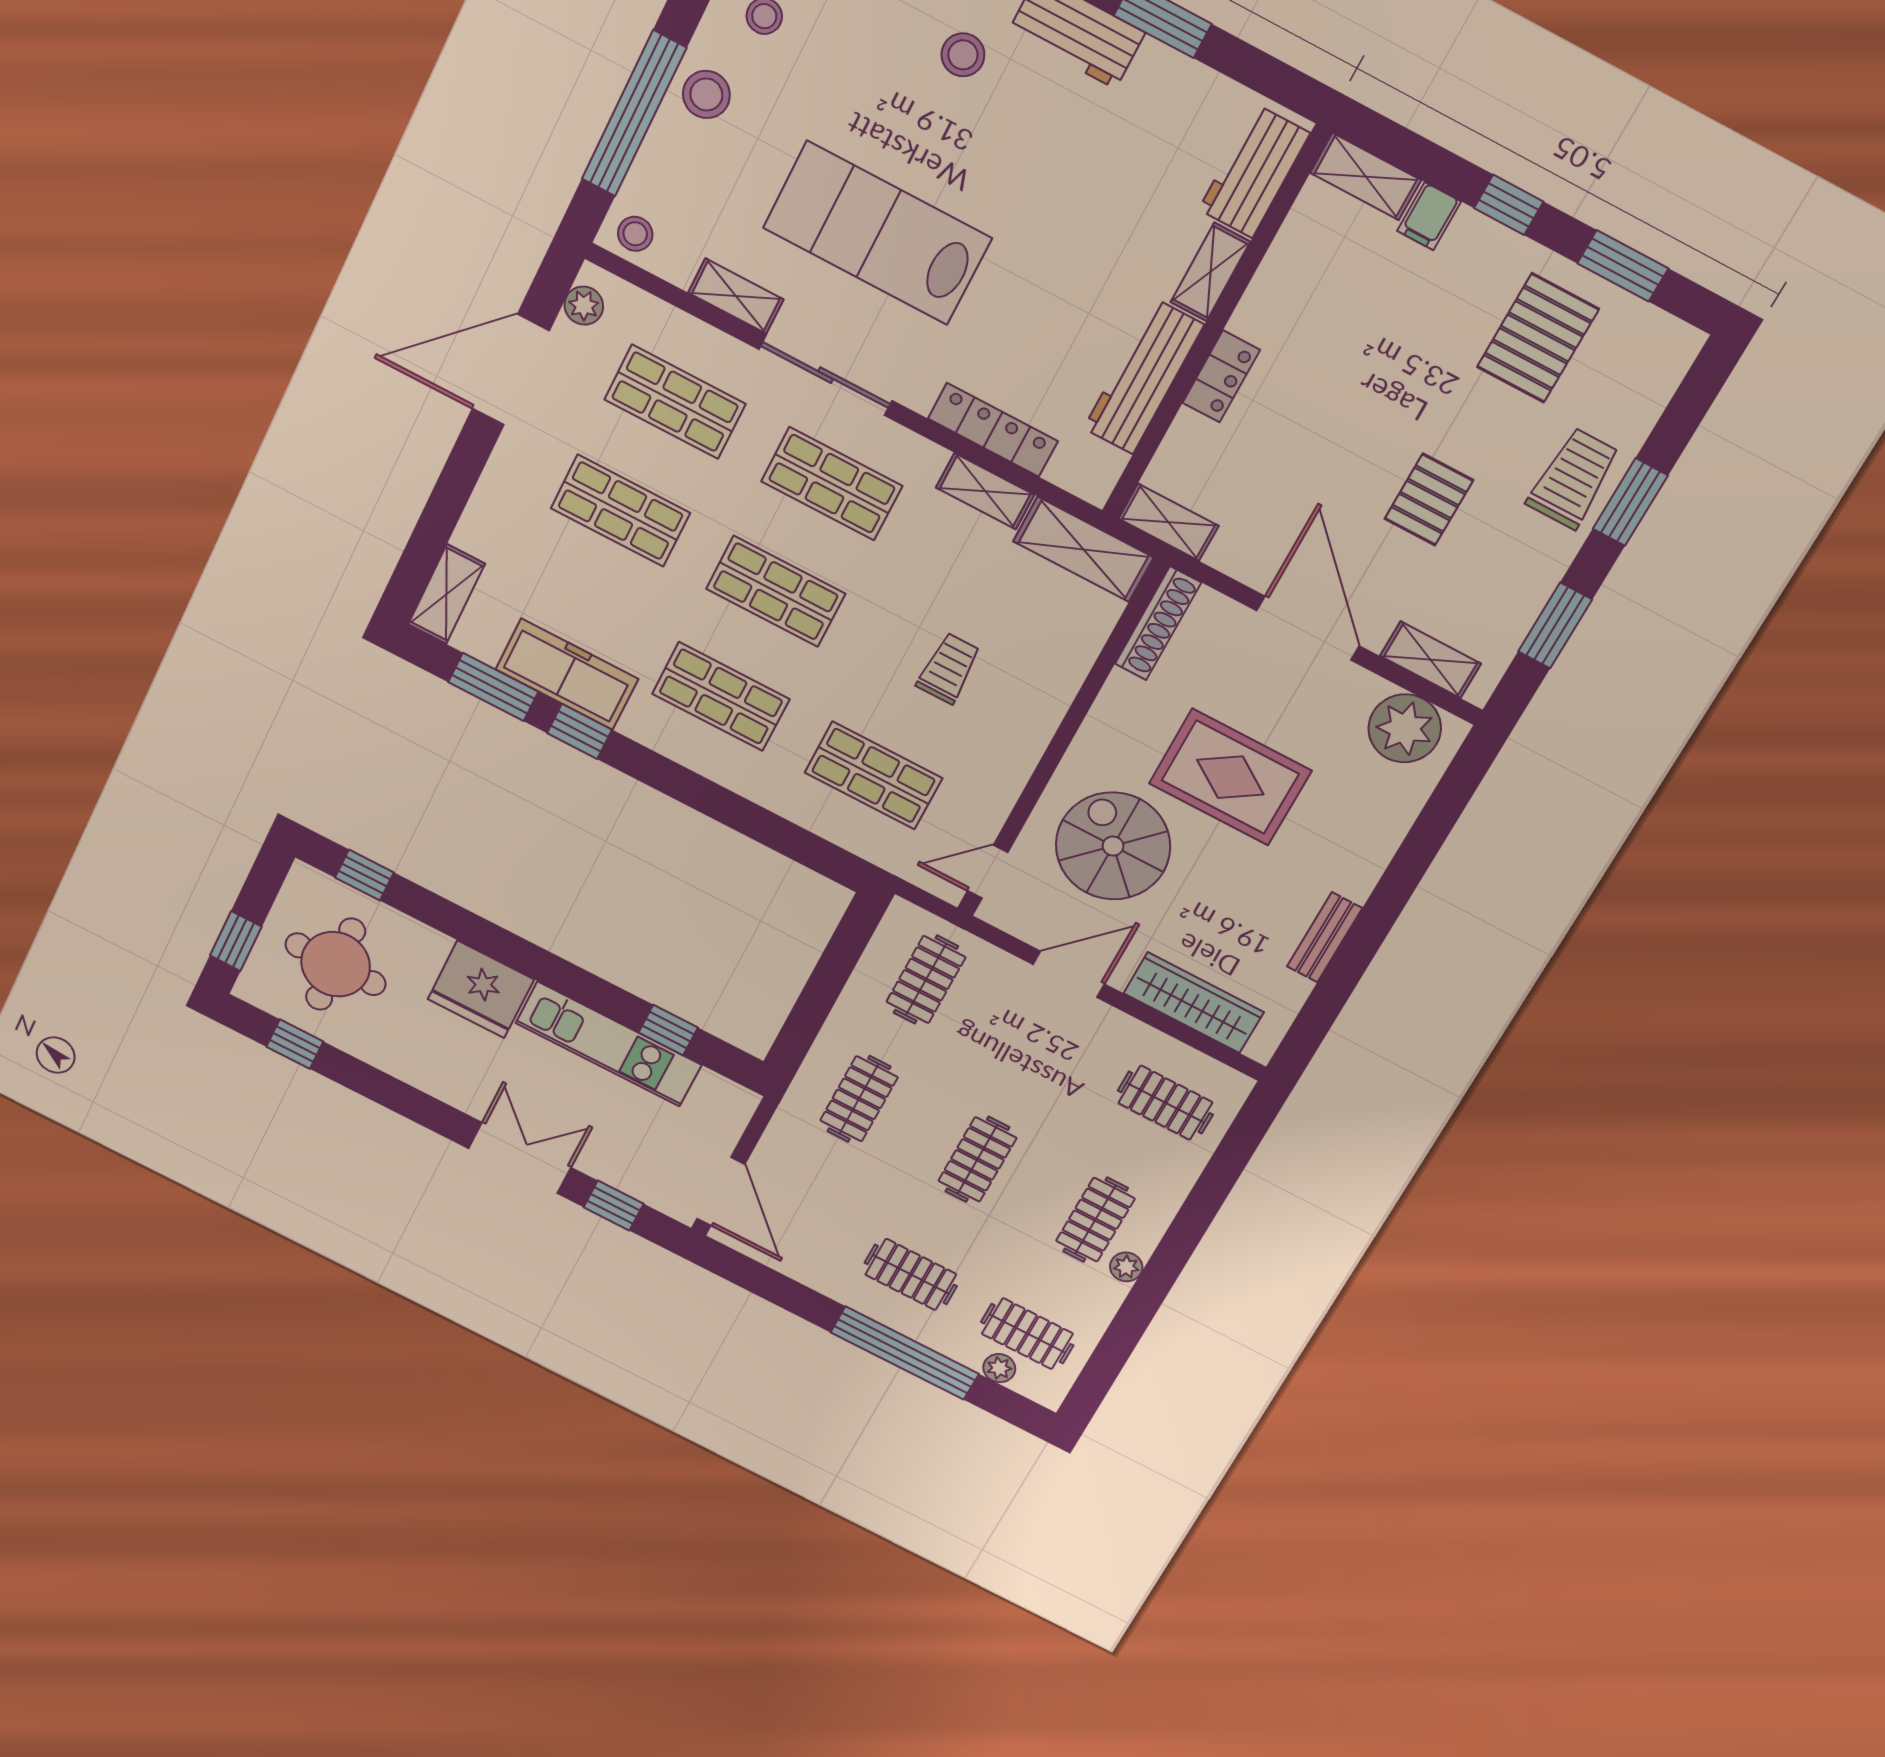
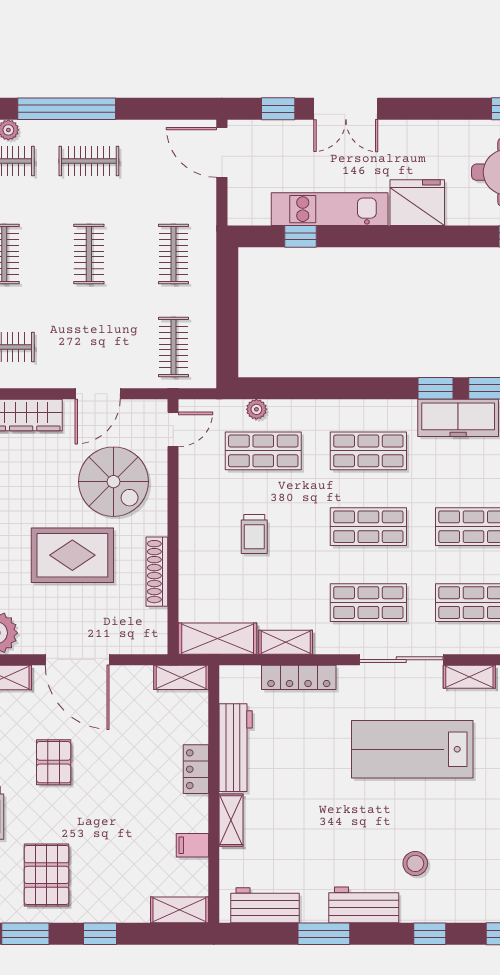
workbench: (1254, 171) -> (265, 905), moved, turned -90
filing cabinet: (1429, 216) -> (192, 845), moved, turned -90
lab bench: (877, 233) -> (412, 749), turned 180
shoe rack: (1158, 623) -> (157, 572), moved
plant: (853, 836) -> (256, 409), added

